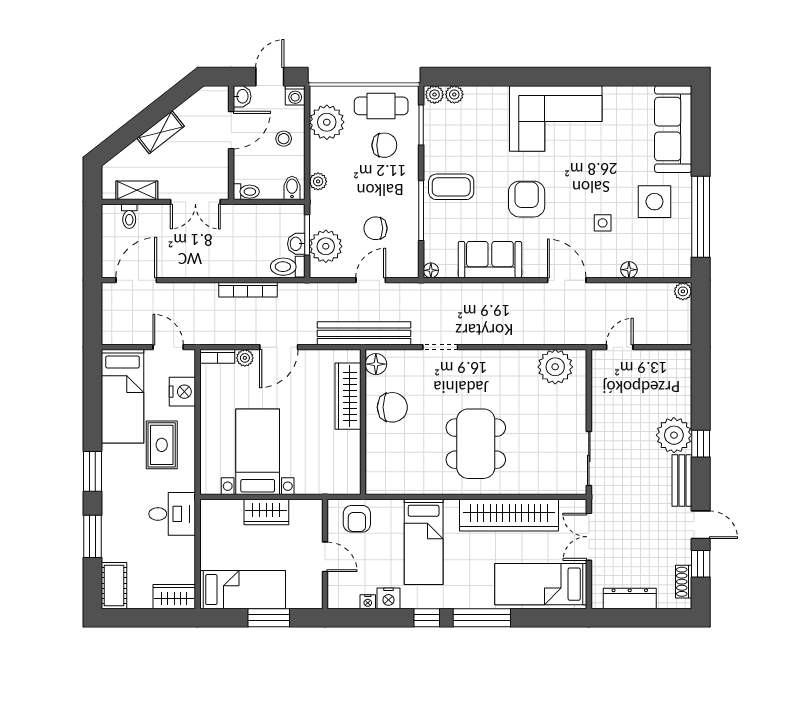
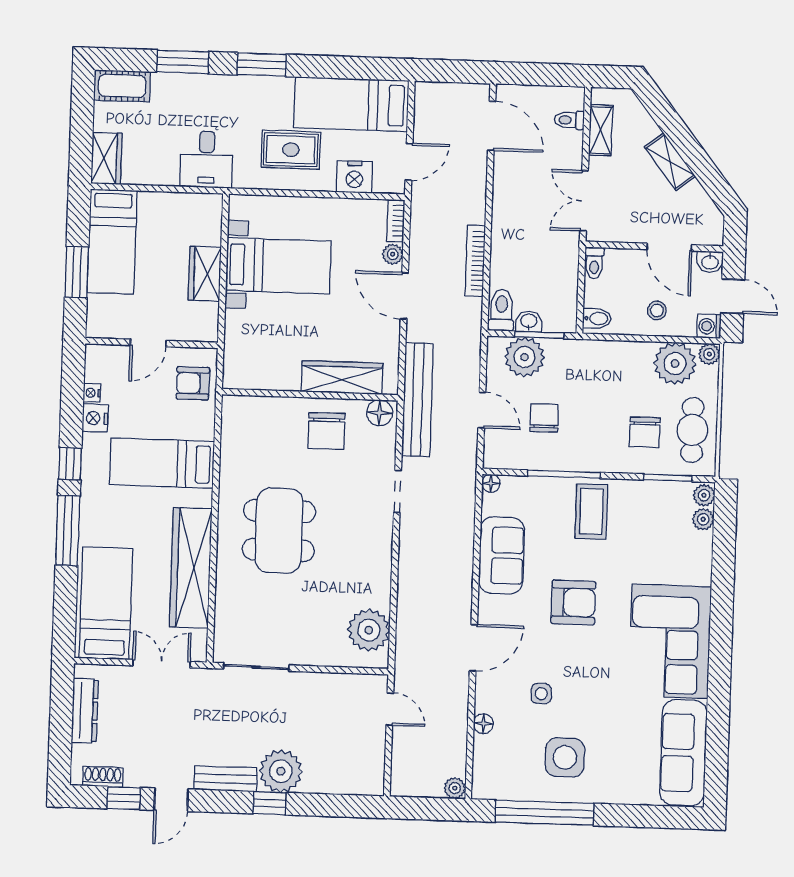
sofa: (673, 129) -> (683, 753), moved, turned -90
plant: (318, 181) -> (709, 354), moved
dining table: (476, 444) -> (279, 531), turned 90

